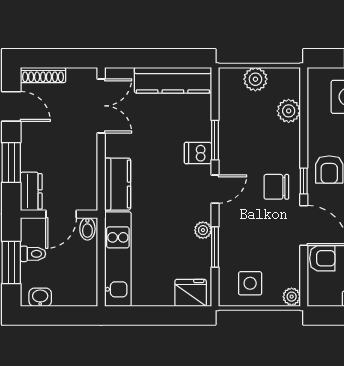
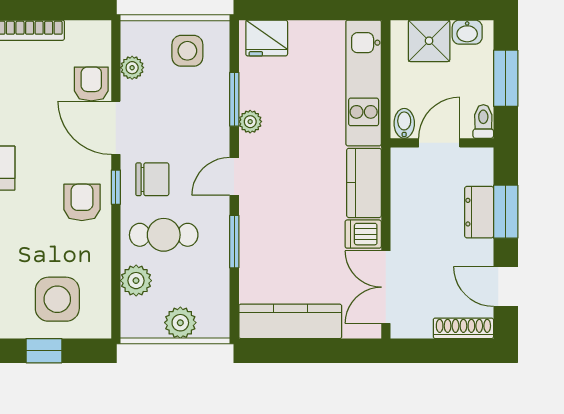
cafe table: (268, 145) -> (164, 235), added
dishwasher: (198, 153) -> (363, 234), moved, turned 180
dresser: (31, 191) -> (479, 212), moved
toilet: (33, 254) -> (483, 122), moved, turned 90
armchair: (322, 258) -> (91, 84), turned 90
shower: (69, 291) -> (429, 41), added
plant: (292, 297) -> (132, 68), moved

